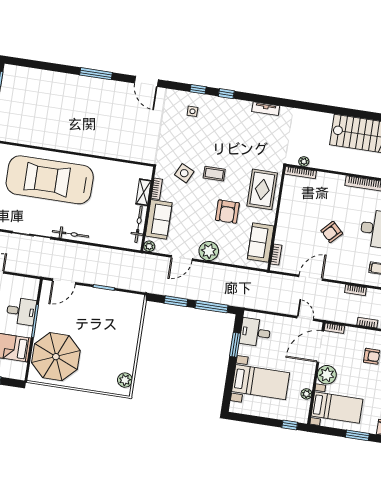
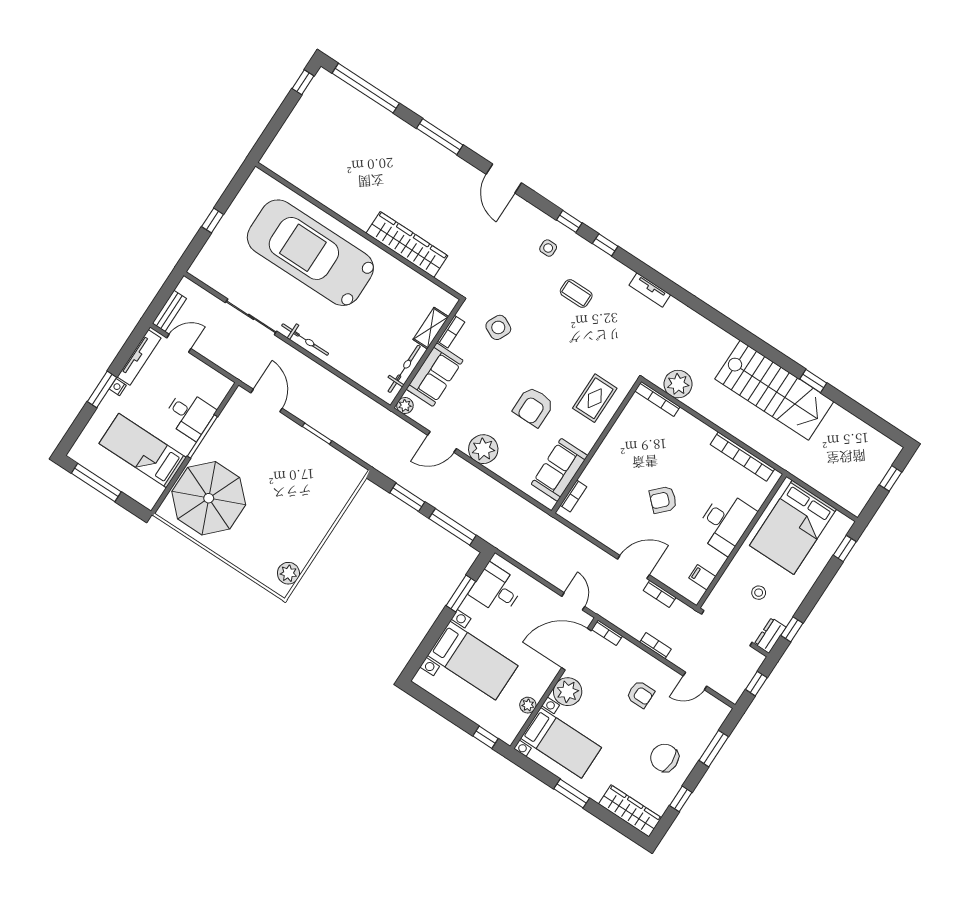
window: (38, 65) -> (366, 88), added
wardrobe: (106, 148) -> (407, 244), added
plant: (304, 161) -> (678, 384), width x1.88, depth x1.88
coffee table: (214, 174) -> (576, 294), moved
rug: (262, 189) -> (595, 398), width x0.73, depth x0.70
door: (311, 278) -> (633, 567), moved
door: (64, 282) -> (267, 401), swing flipped

